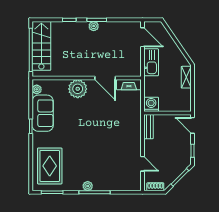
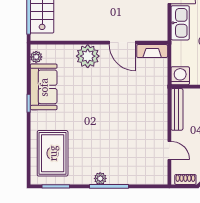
bench: (149, 127) -> (177, 109), width x1.36

